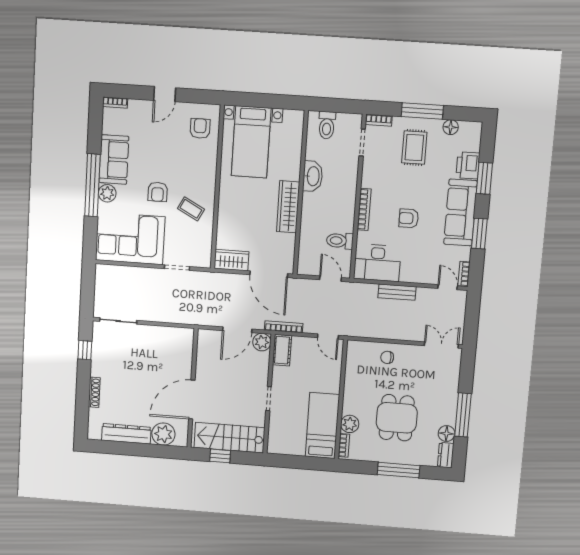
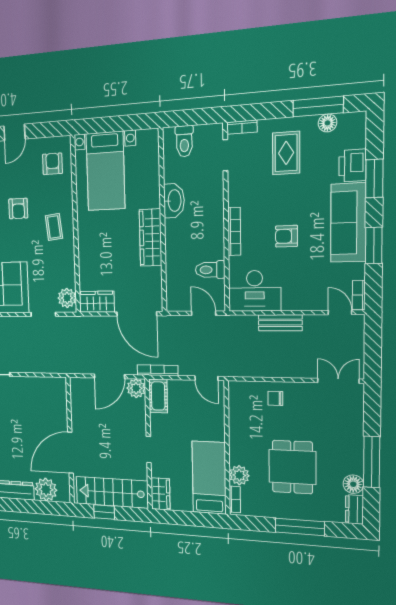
window: (422, 111) -> (318, 107), moved
armchair: (158, 192) -> (18, 209), moved
coffee table: (191, 209) -> (54, 227), moved, turned 56
plant: (202, 254) -> (67, 298), added
wardrobe: (276, 440) -> (160, 494), added

